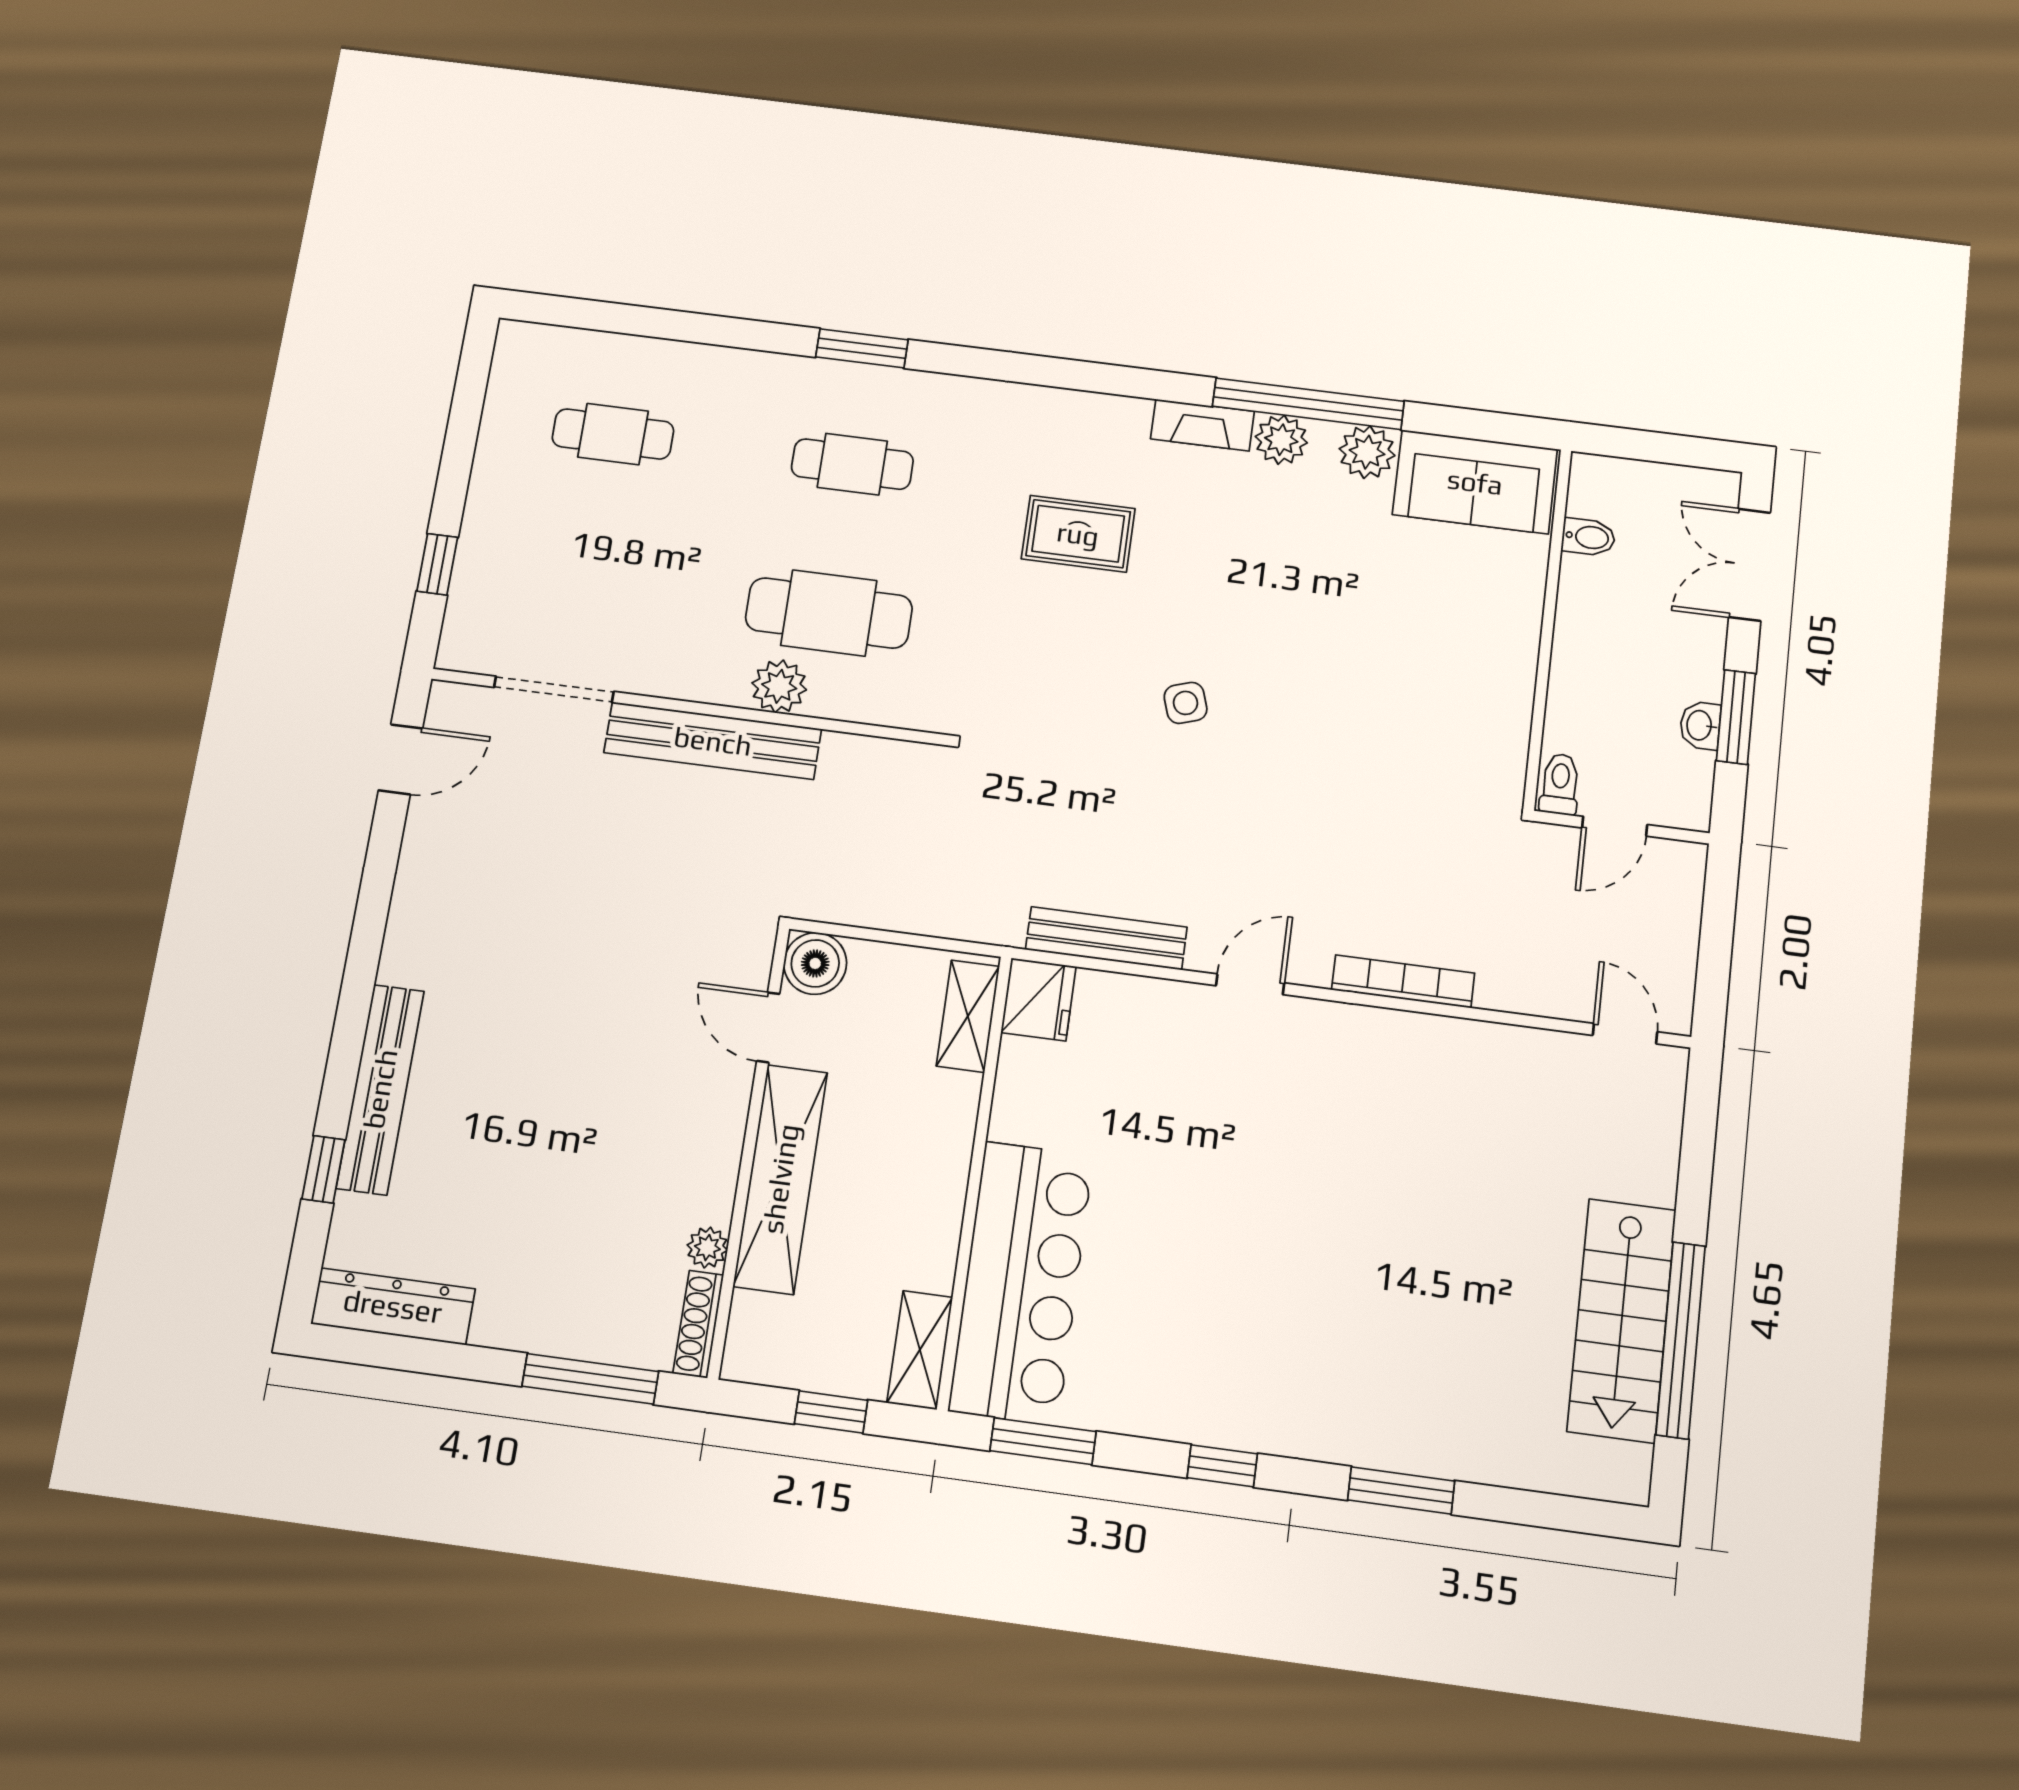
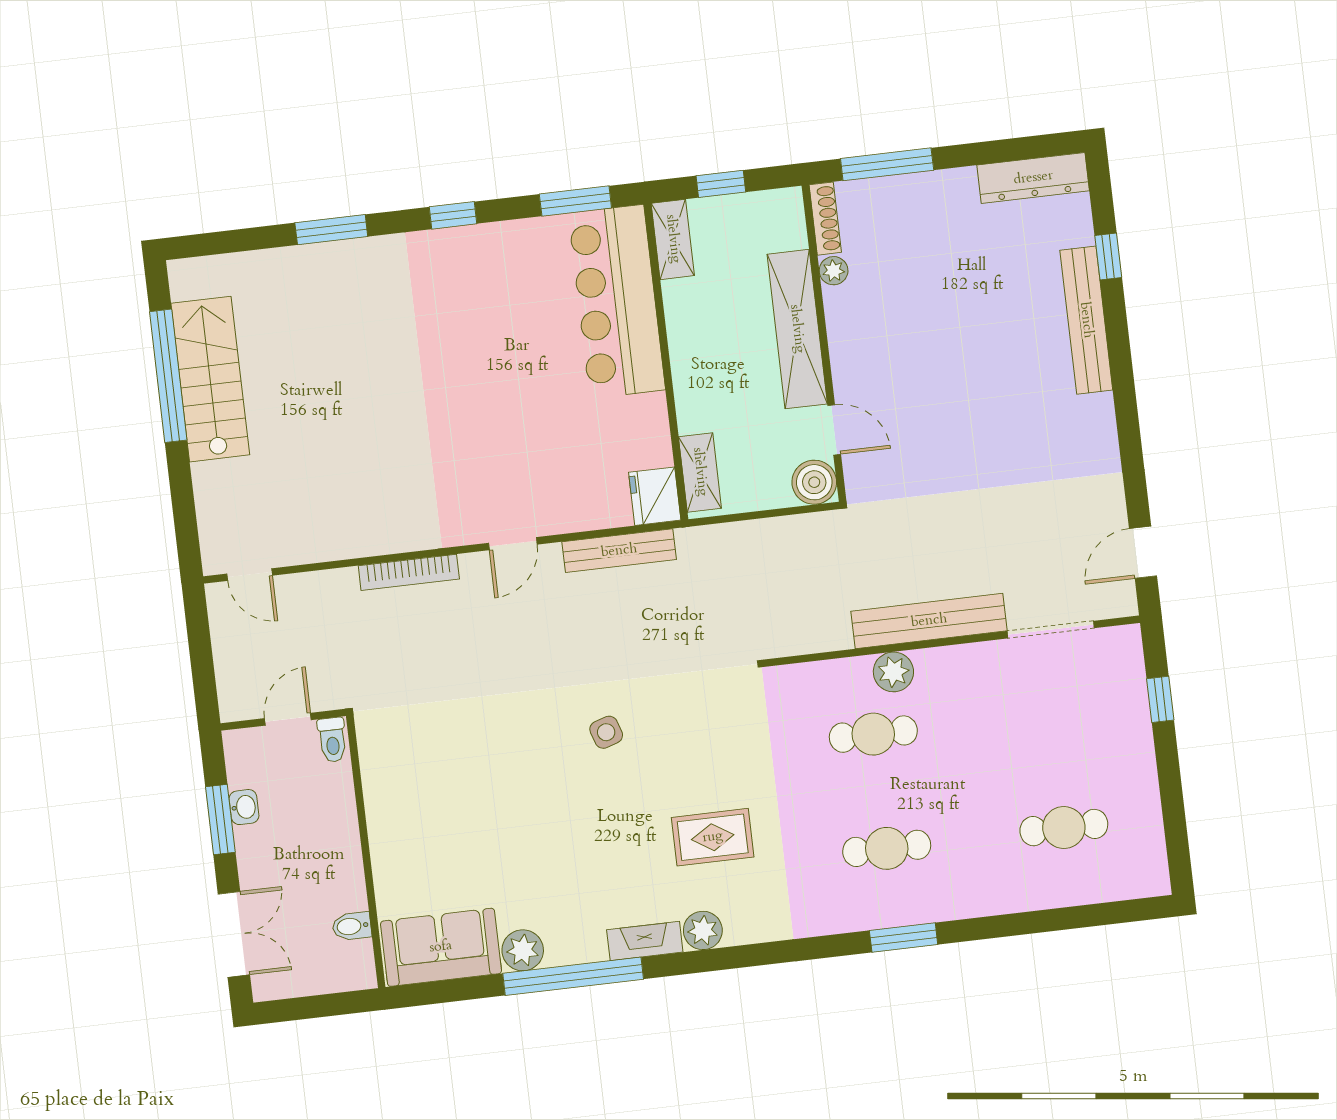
plant: (1281, 440) -> (703, 930), moved
cafe table: (829, 613) -> (873, 734), width x0.73, depth x0.74

